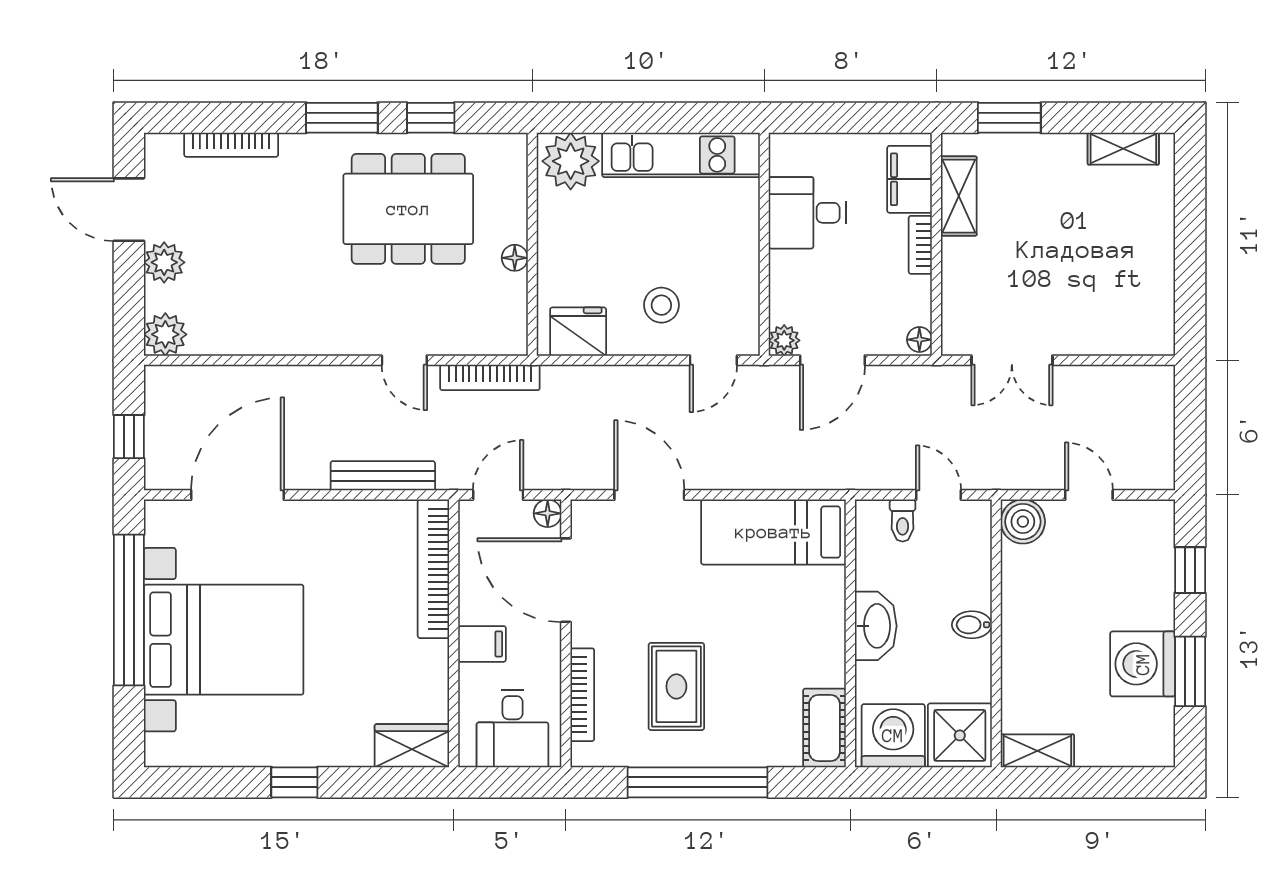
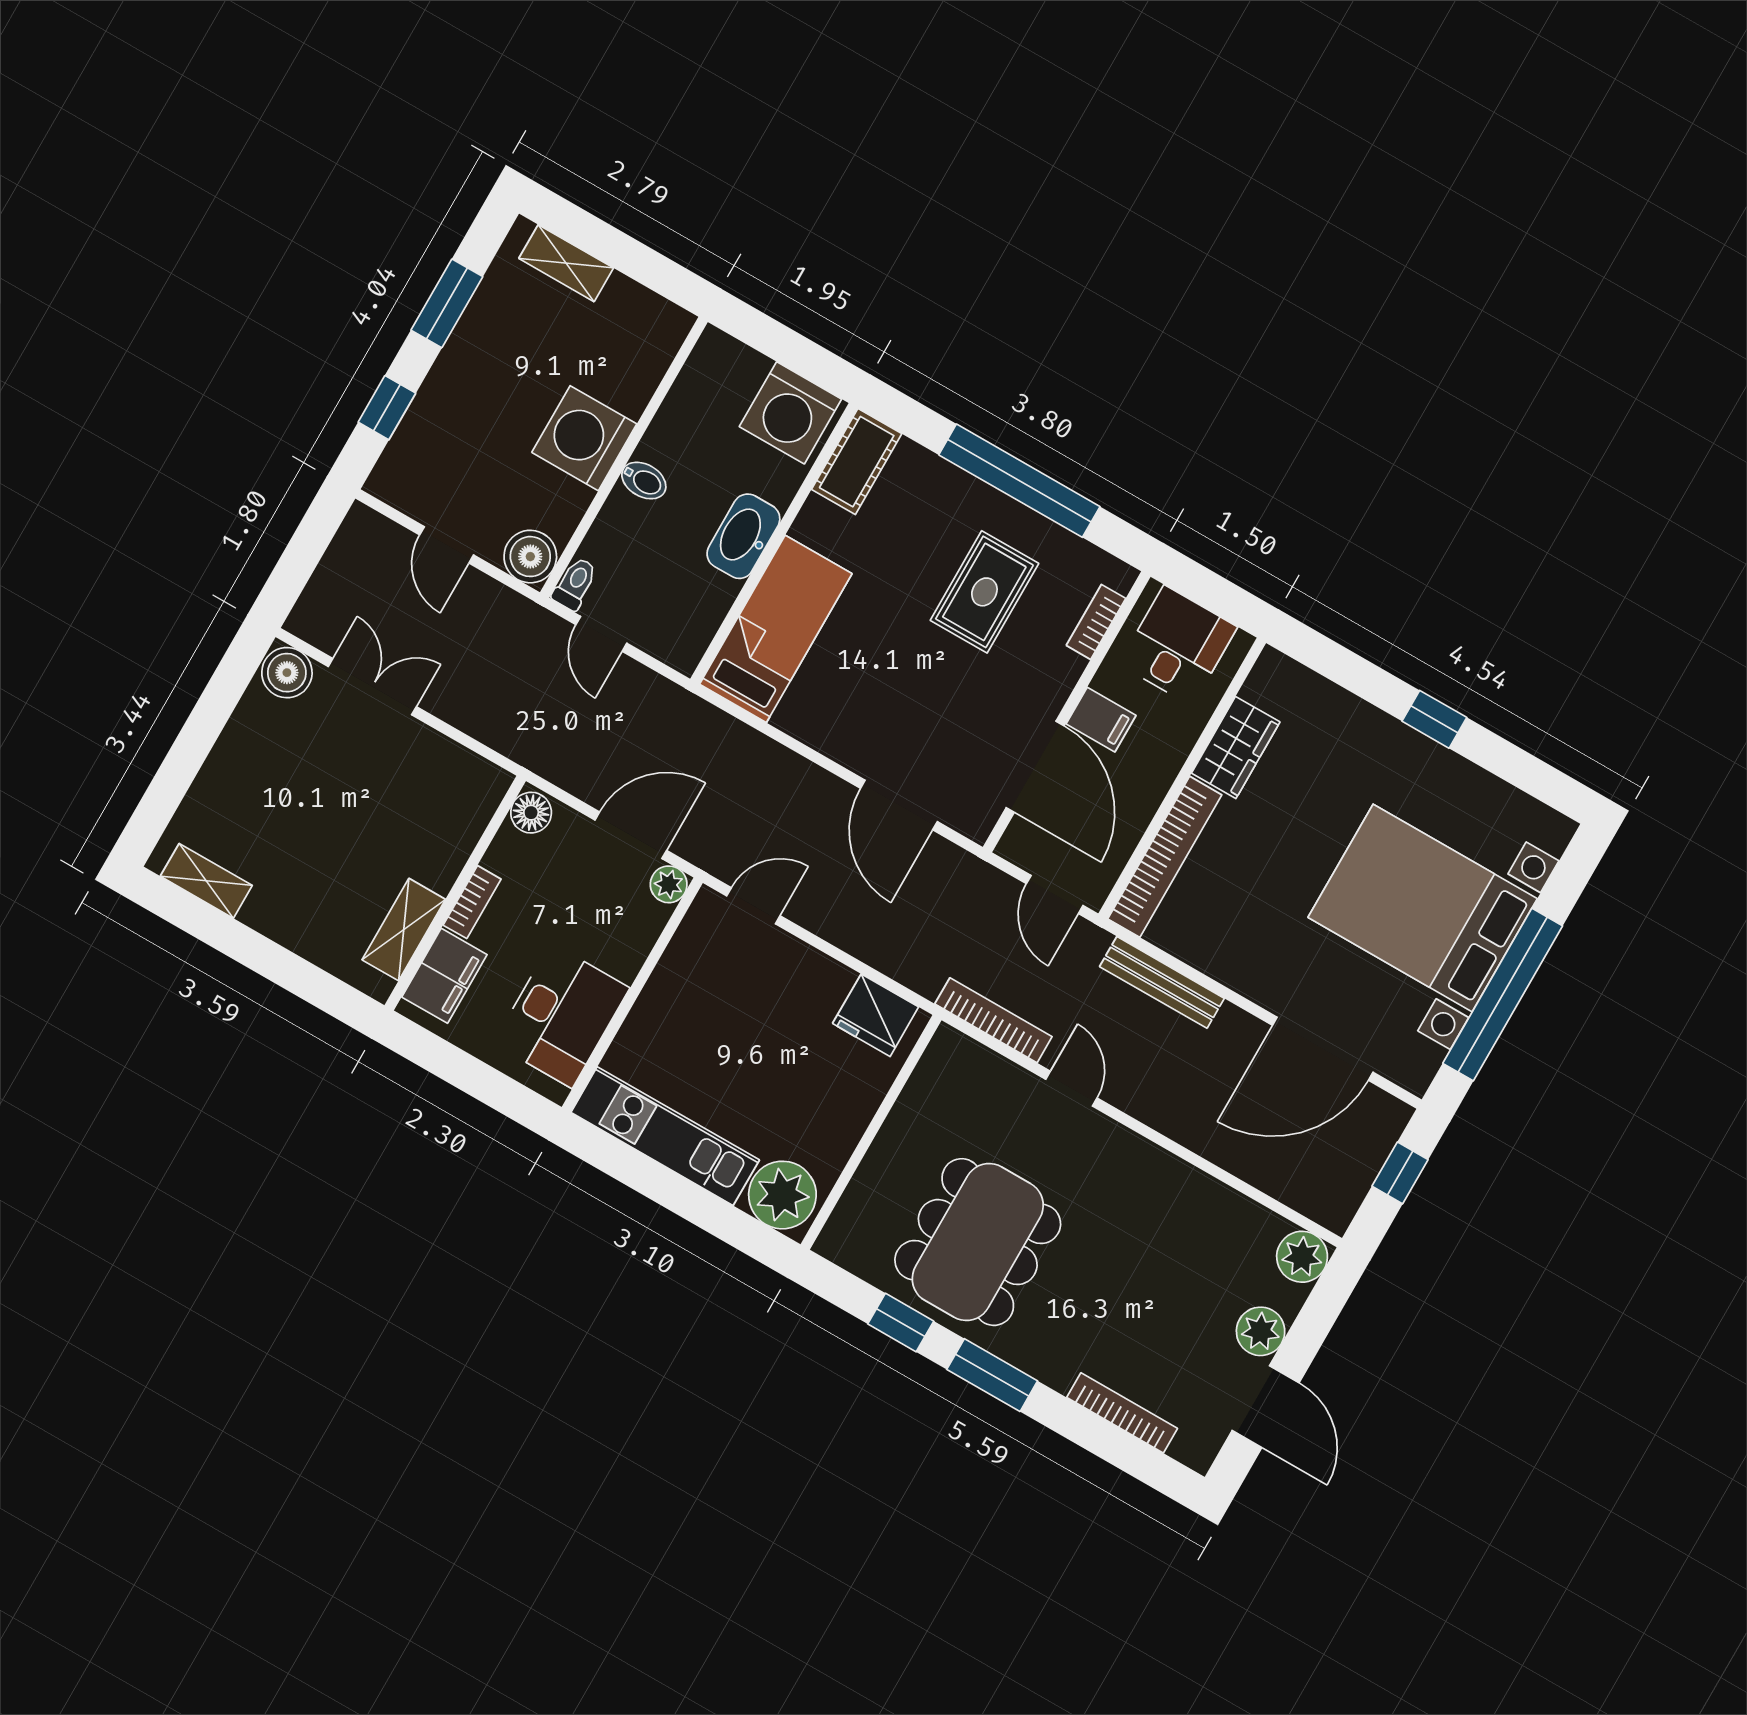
window: (1009, 118) -> (305, 980), removed
dining table: (408, 209) -> (978, 1242), turned 90
desk: (807, 213) -> (562, 1016), width x1.37
floor lamp: (515, 258) -> (897, 1129), removed
stool: (661, 305) -> (774, 993), removed
boiler: (1152, 335) -> (287, 673), added
floor lamp: (919, 340) -> (531, 813), width x1.37, depth x1.37
double door: (1012, 360) -> (372, 687), moved
door: (498, 495) -> (1055, 895), hinge flipped
floor lamp: (548, 513) -> (1015, 846), removed
toilet: (903, 520) -> (575, 584), moved
bed: (773, 532) -> (776, 629), moved, turned -90
filing cabinet: (482, 644) -> (1101, 720), moved, turned 180
washing machine: (1143, 664) -> (584, 438), moved, turned 180
bookcase: (582, 695) -> (1096, 622), width x0.64
shower: (960, 735) -> (722, 374), removed
wardrobe: (412, 746) -> (1236, 748), moved, turned -90
shelving: (1037, 751) -> (566, 263), moved

